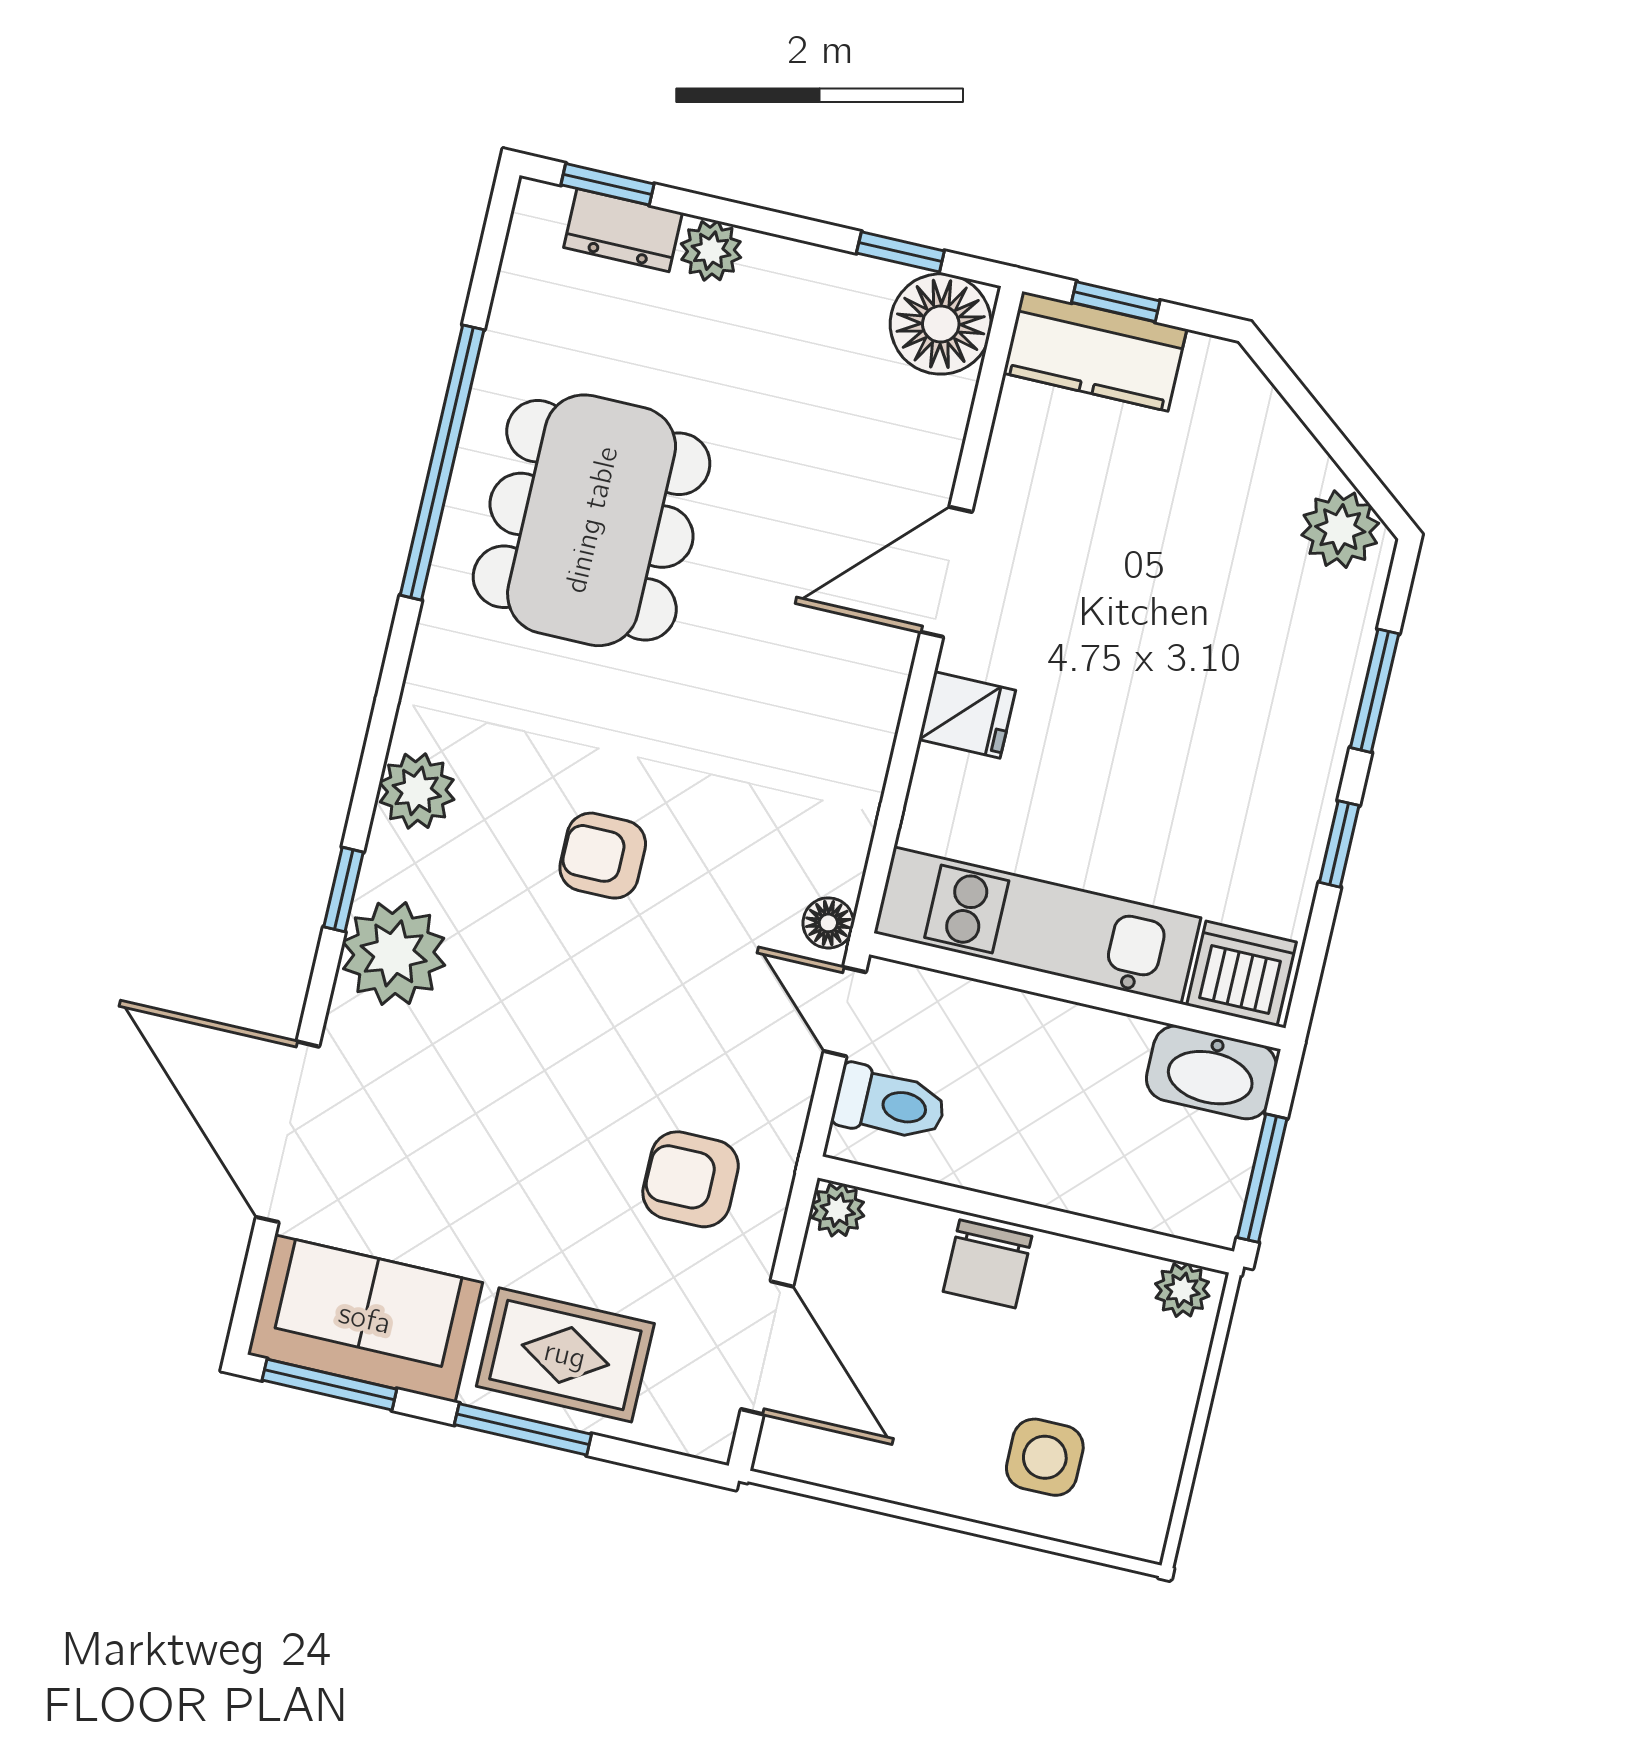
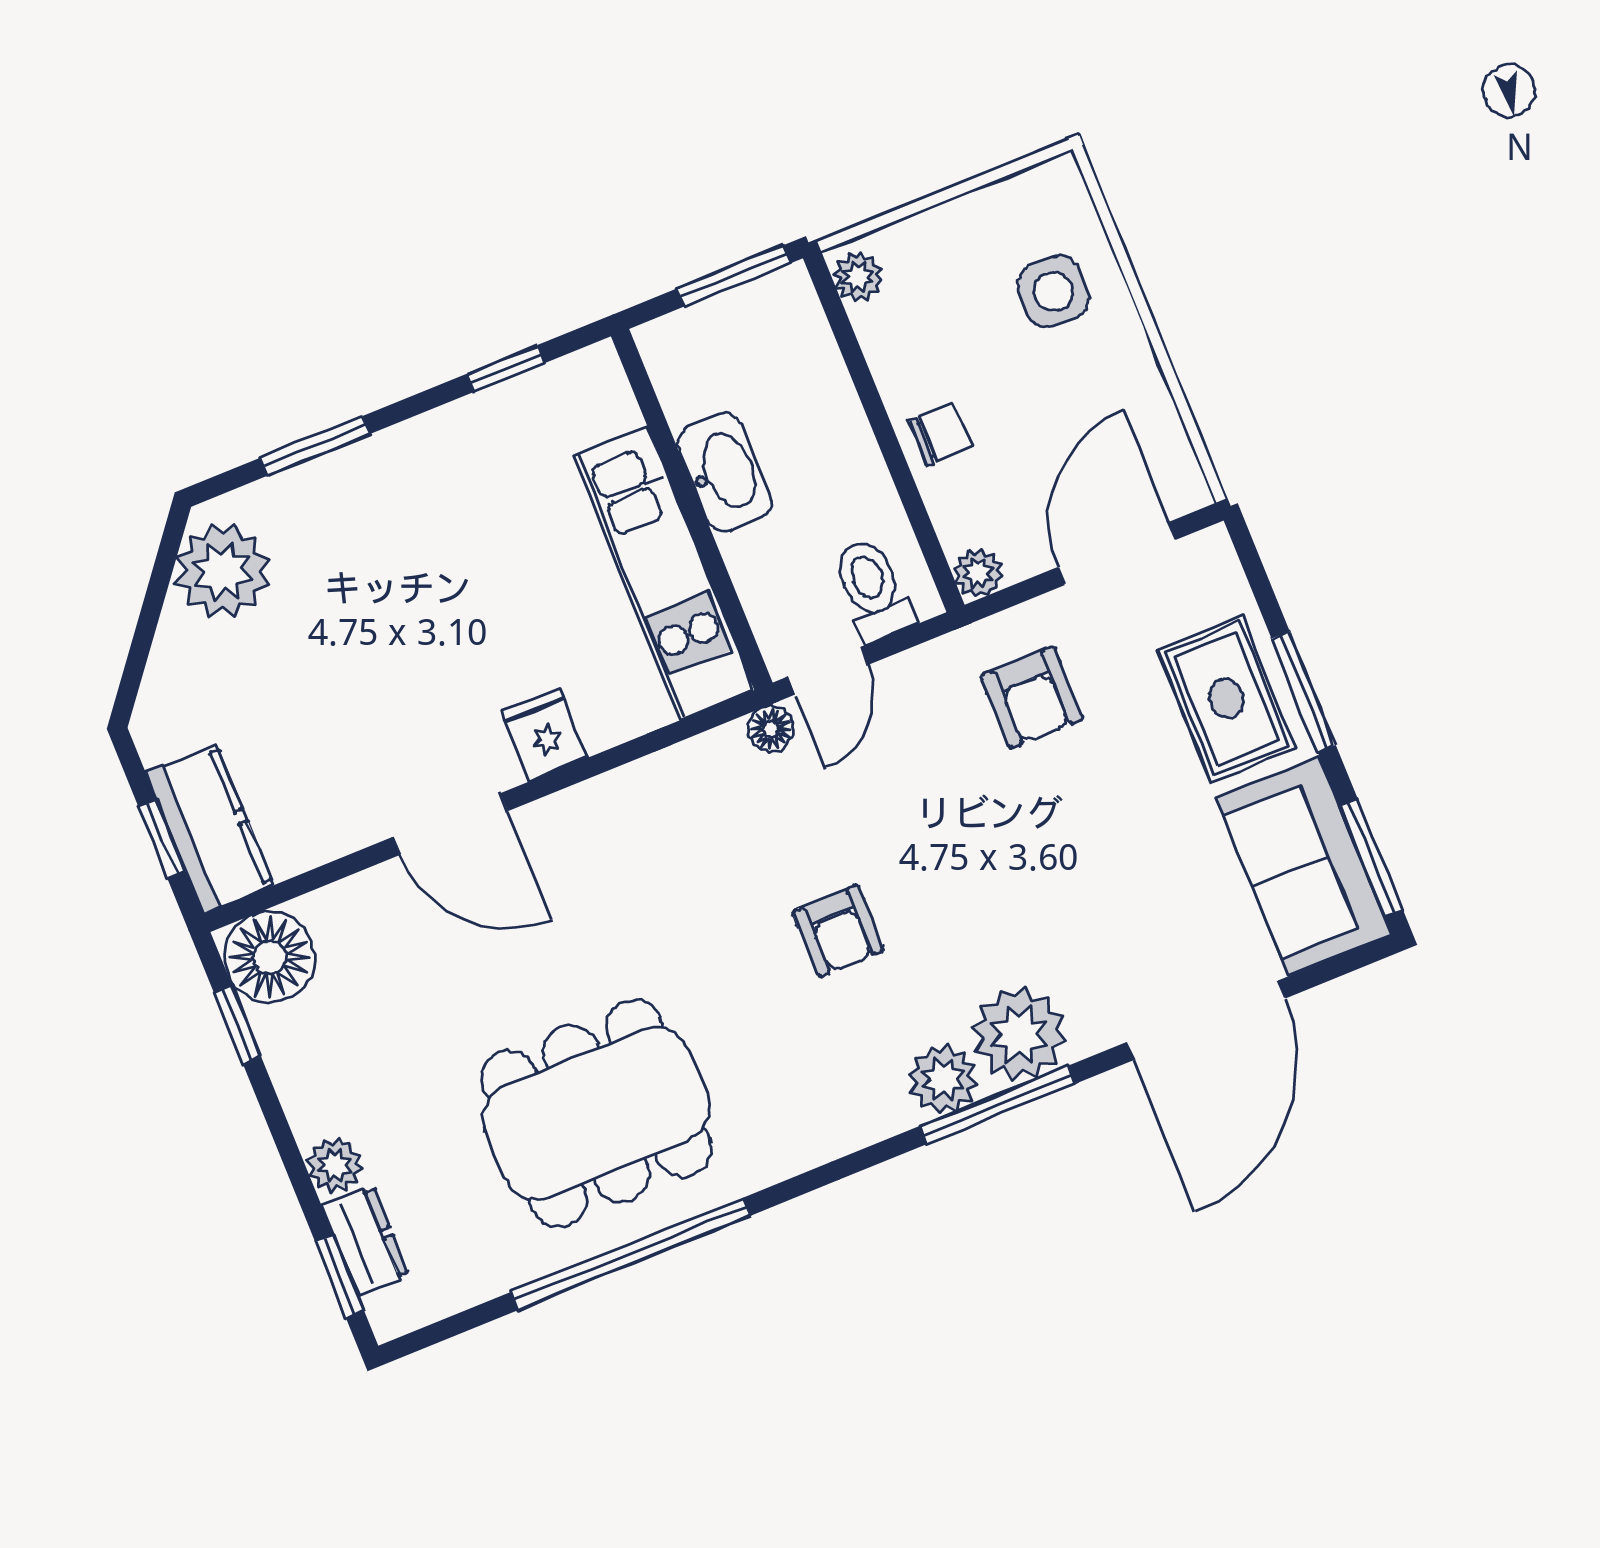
plant: (1340, 529) -> (222, 571), width x1.36, depth x1.36
plant: (417, 791) -> (943, 1079), moved
window: (1339, 844) -> (506, 368), moved
window: (344, 889) -> (998, 1105), width x2.17
dishwasher: (1241, 974) -> (594, 397), removed
washbasin: (1211, 1072) -> (724, 472), moved
chair: (988, 1264) -> (940, 434), width x0.73, depth x0.73

